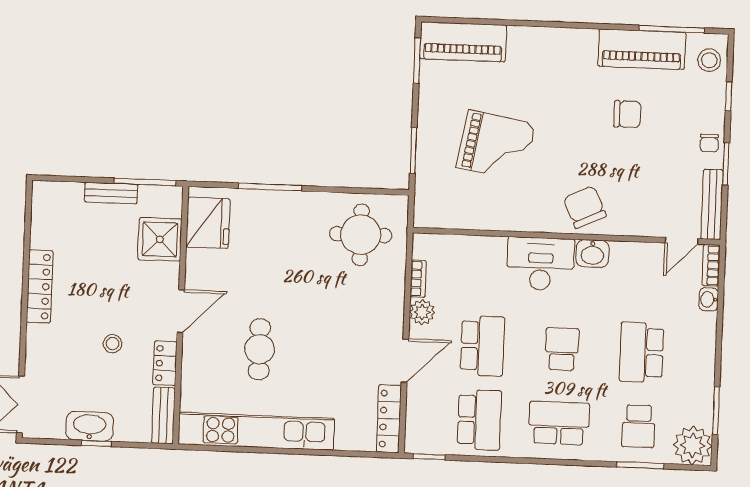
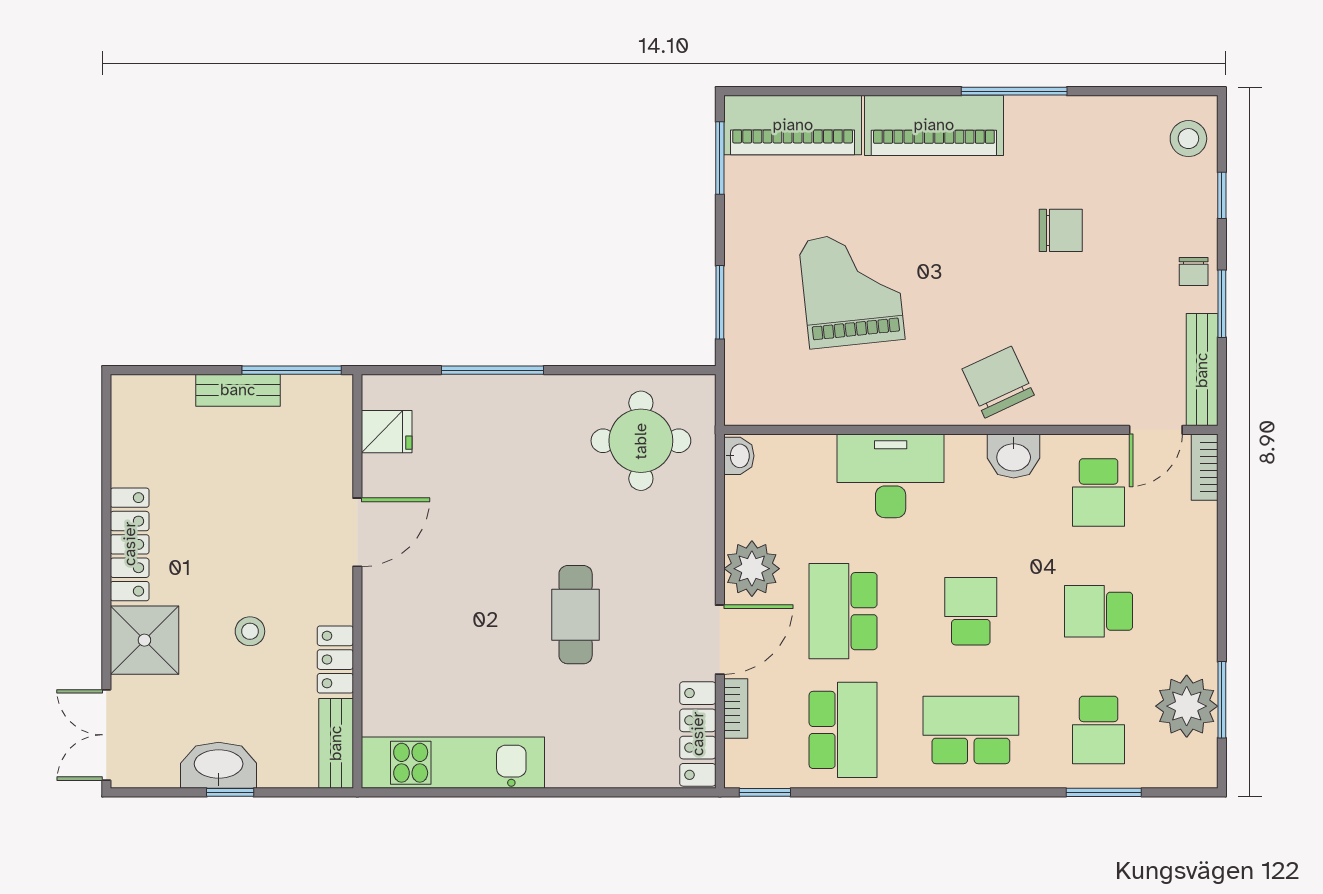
window: (672, 29) -> (1014, 91), moved
piano: (642, 49) -> (934, 125), moved
grand piano: (496, 146) -> (852, 289), turned -106
fridge: (208, 223) -> (387, 432), width x0.53, depth x0.75
shower: (160, 239) -> (144, 640), moved
desk: (540, 264) -> (891, 476), moved
school desk: (644, 278) -> (1099, 492), added
bookcase: (418, 279) -> (736, 709), moved
washbasin: (709, 299) -> (739, 456), moved, turned 180
door: (181, 311) -> (357, 532), moved
plant: (422, 312) -> (752, 569), width x1.36, depth x1.36
school desk: (482, 346) -> (843, 611), turned 180
cafe table: (259, 349) -> (576, 615), moved
school desk: (641, 352) -> (1099, 611), width x0.54
kitchen unit: (256, 431) -> (453, 763), width x0.73
plant: (693, 445) -> (1187, 706), moved

